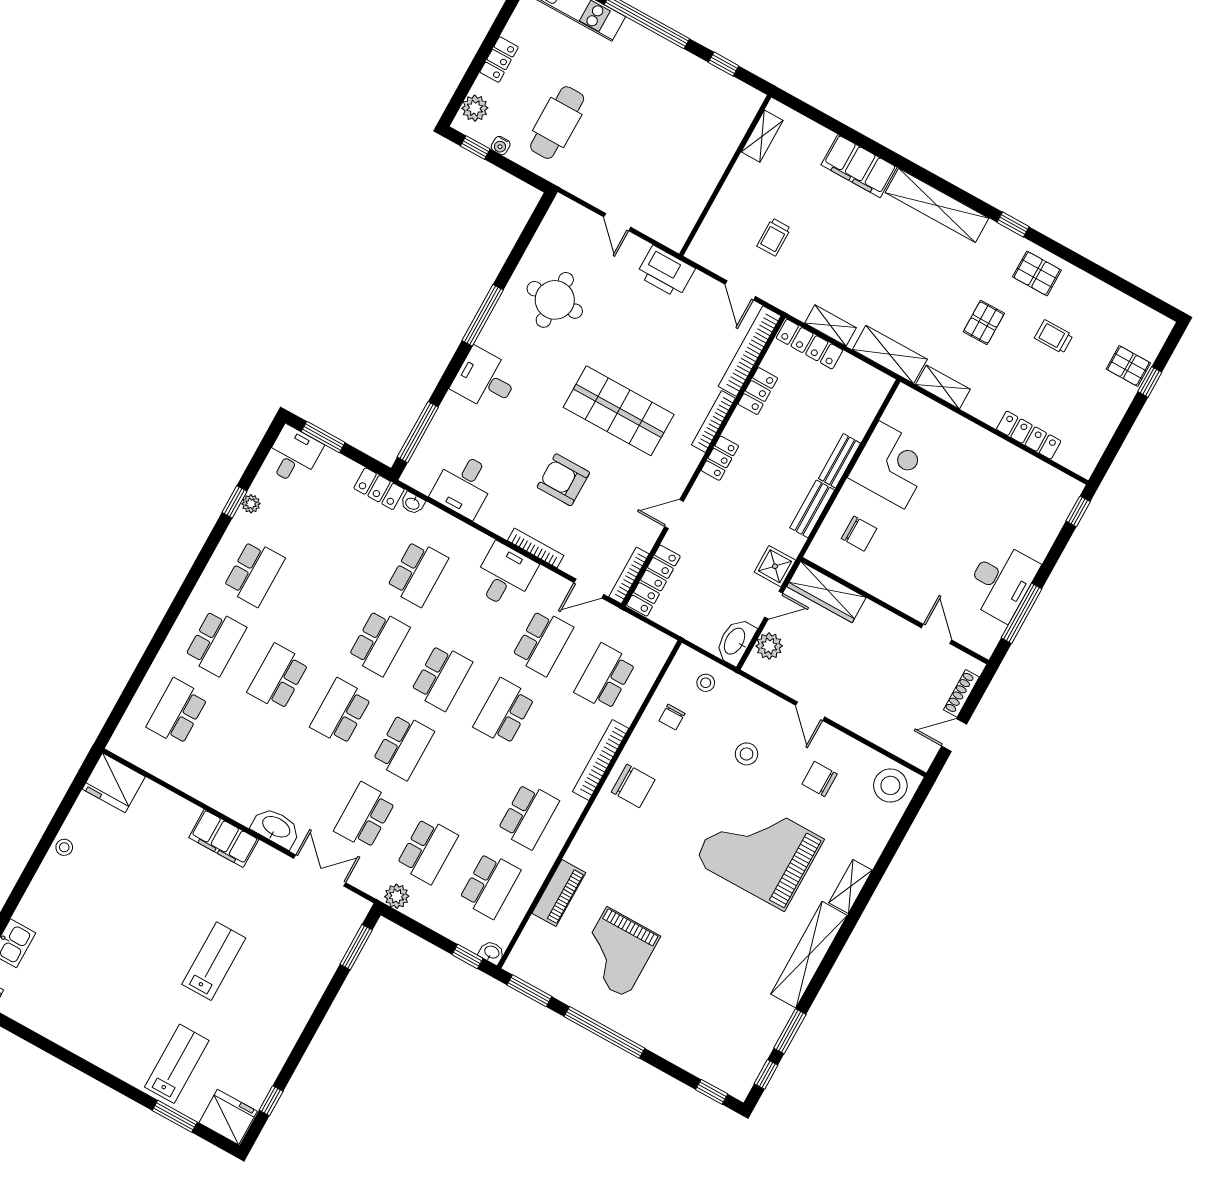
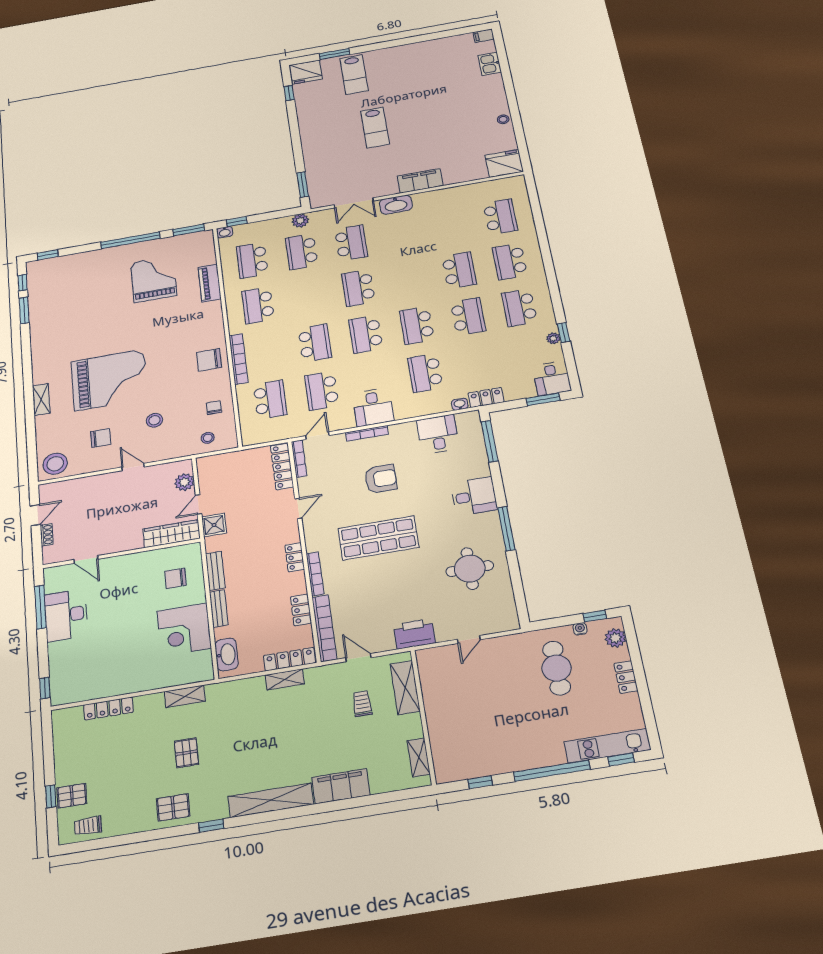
door: (617, 222) -> (469, 639), swing flipped
trolley: (1054, 337) -> (88, 826), moved, turned 180
shelving: (890, 354) -> (405, 688), moved, turned 90
washbasin: (735, 642) -> (226, 654), moved
shoe rack: (961, 693) -> (47, 535), width x0.70
school desk: (341, 712) -> (468, 316), moved
shelving: (809, 955) -> (41, 352), removed

